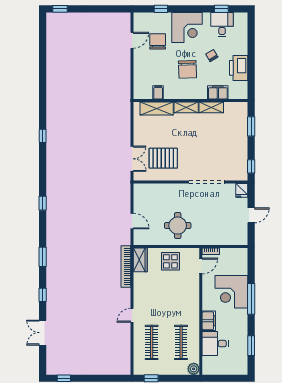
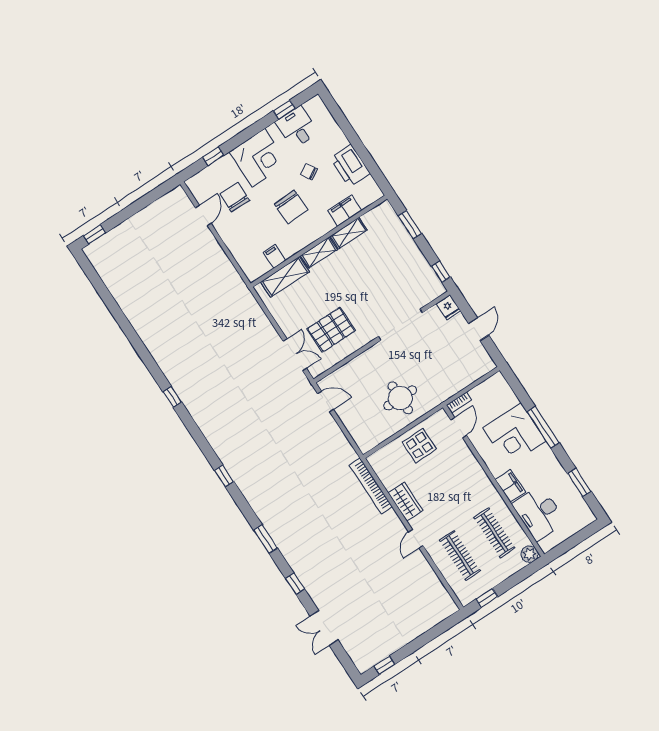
door: (132, 221) -> (326, 401), moved
wardrobe: (140, 260) -> (405, 502), moved
desk: (215, 344) -> (539, 513), width x1.37

